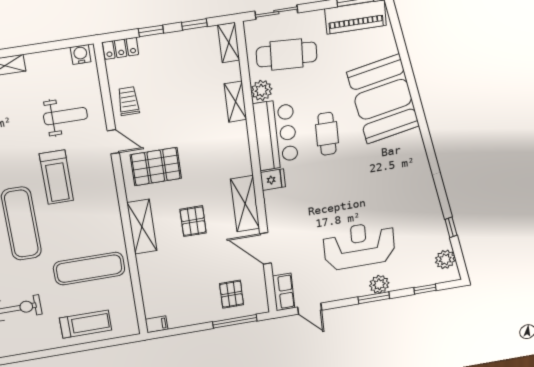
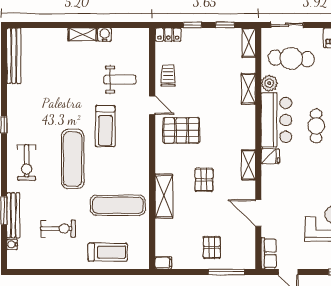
water cooler: (81, 54) -> (105, 35), moved
shelving: (245, 204) -> (249, 165), width x0.67, depth x0.75
shelving: (142, 227) -> (164, 196), moved
pallet: (232, 294) -> (212, 247), moved

